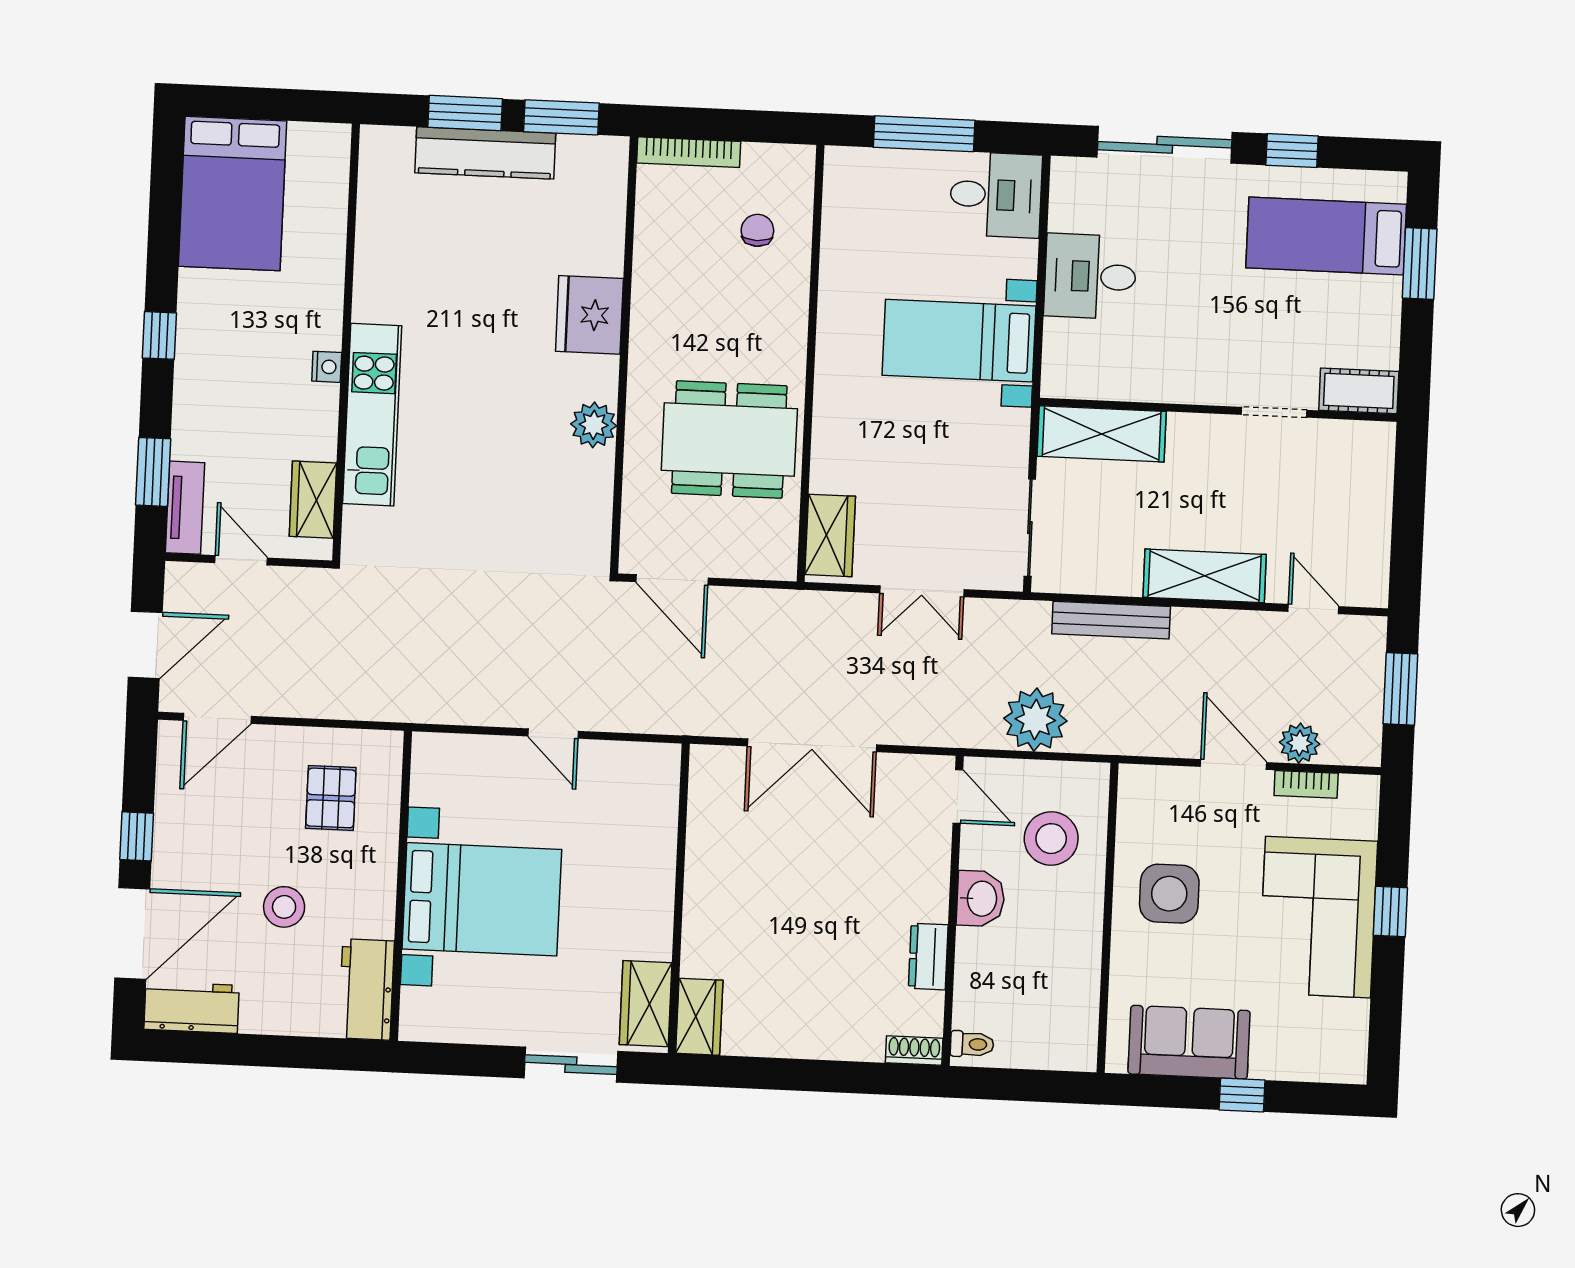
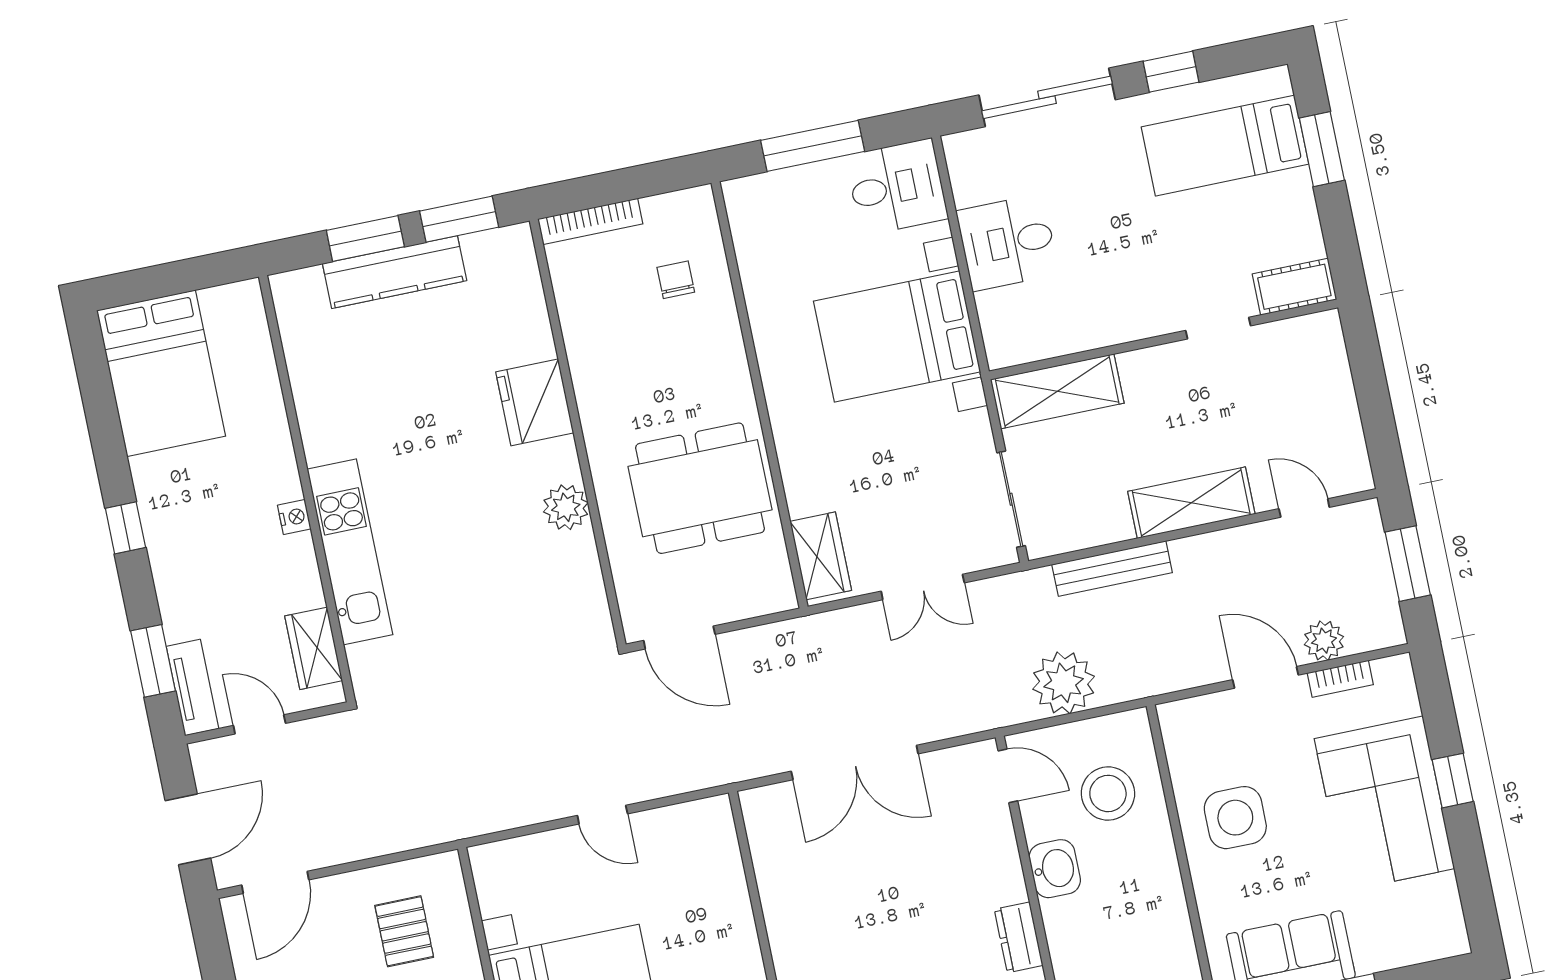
bed with nightstands: (959, 341) -> (897, 336), width x1.36

